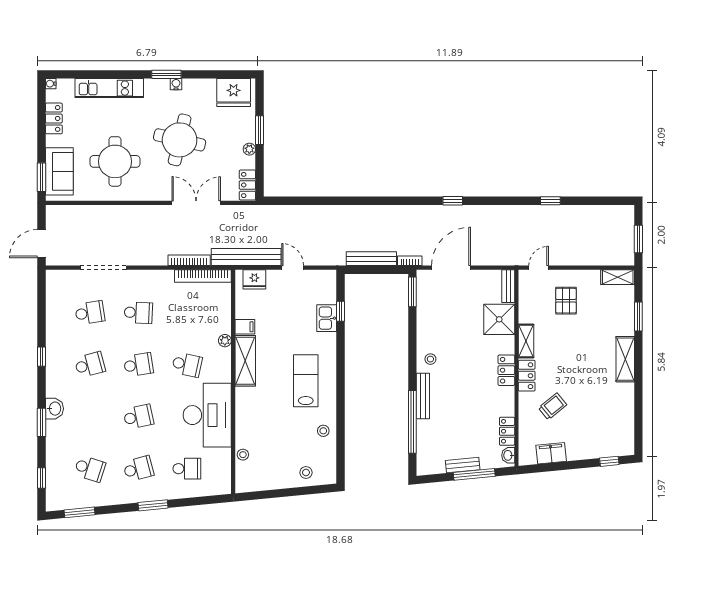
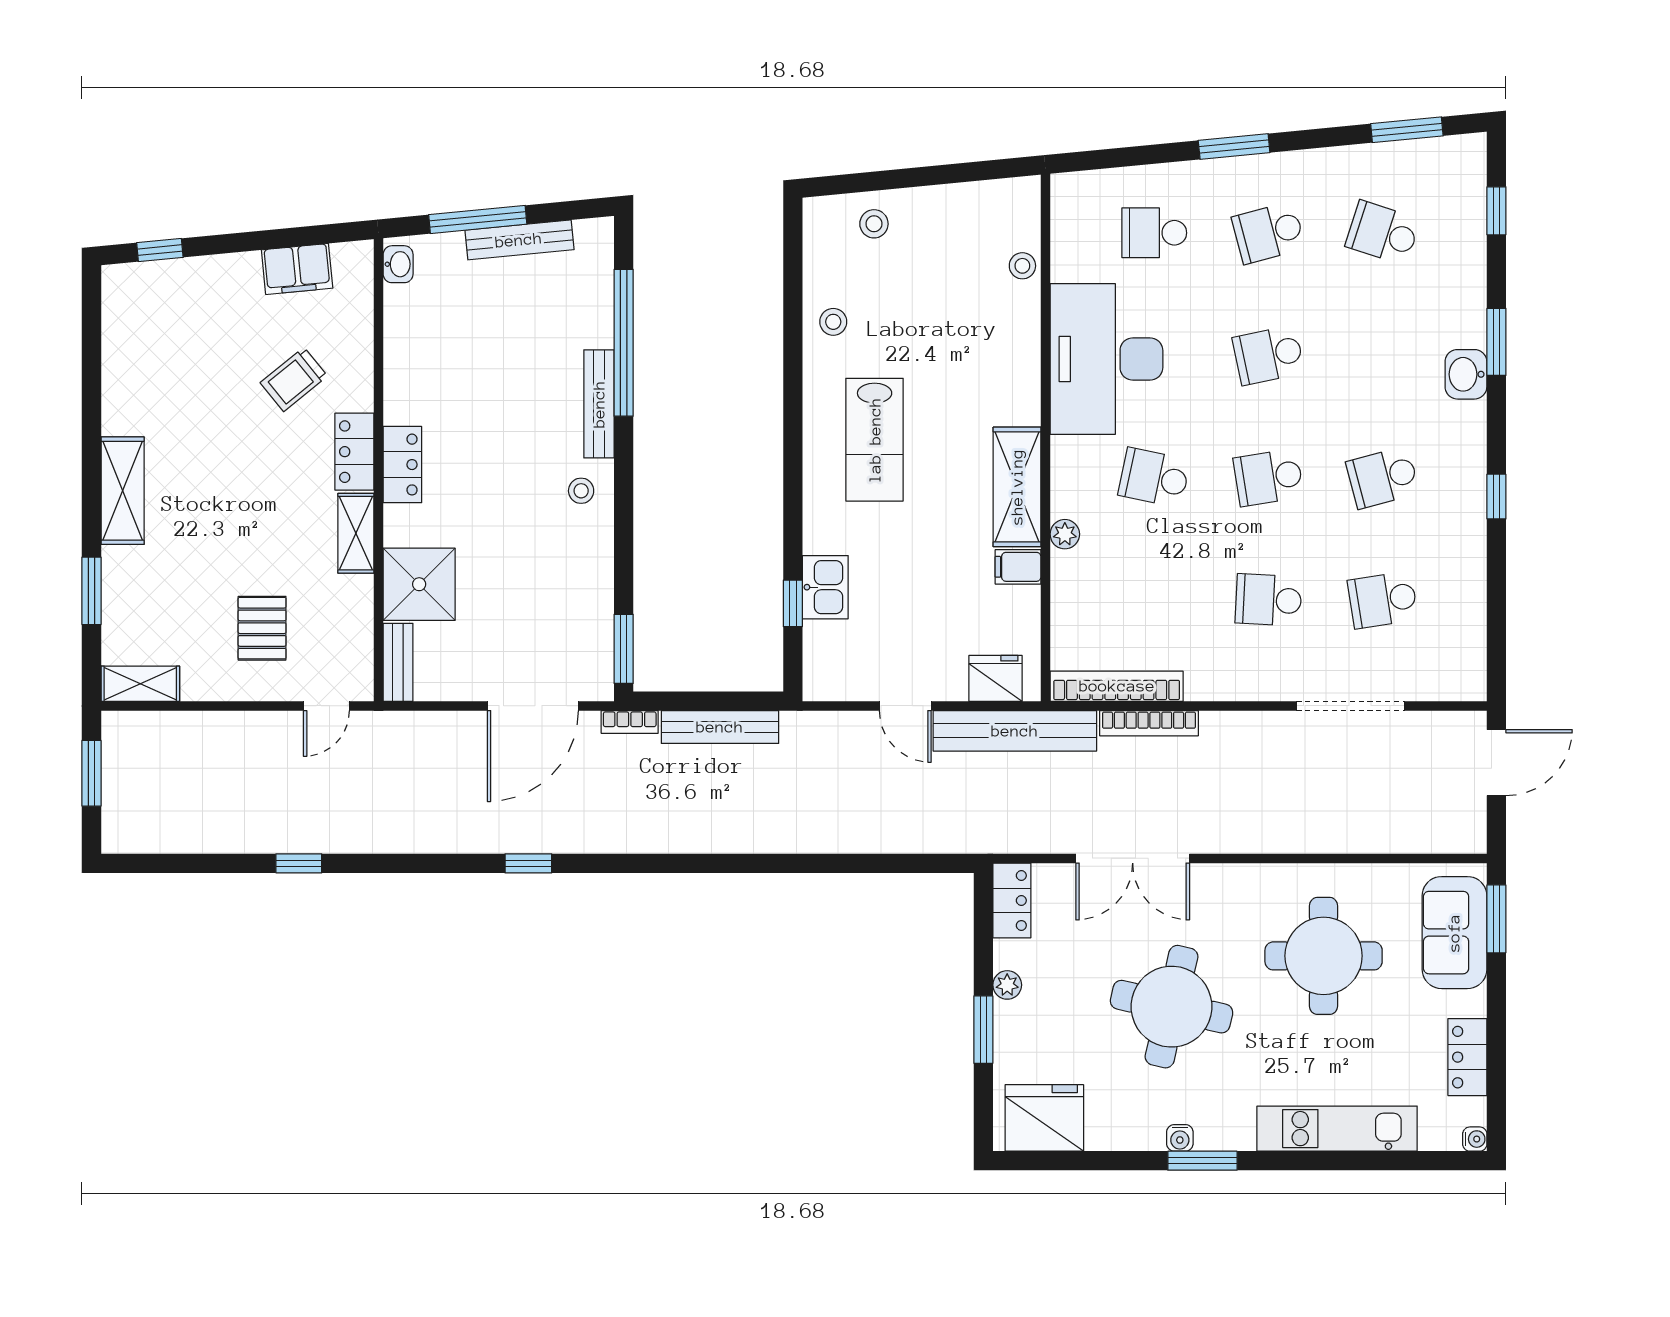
locker: (507, 431) -> (401, 321), removed
bench: (463, 465) -> (519, 240), width x1.36

